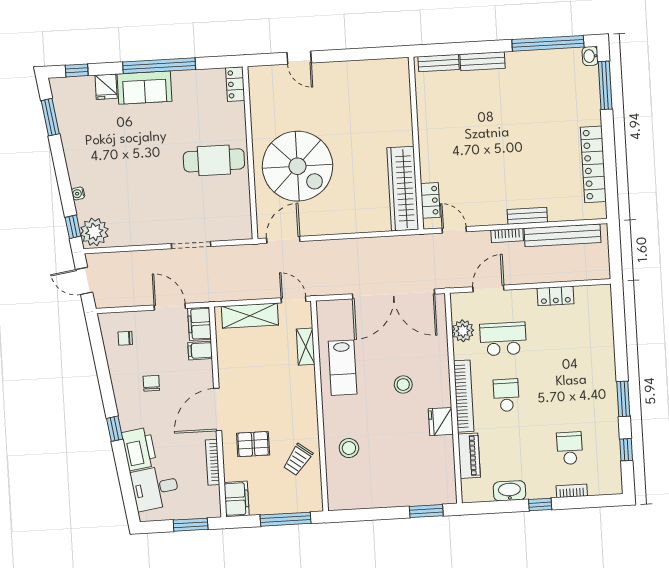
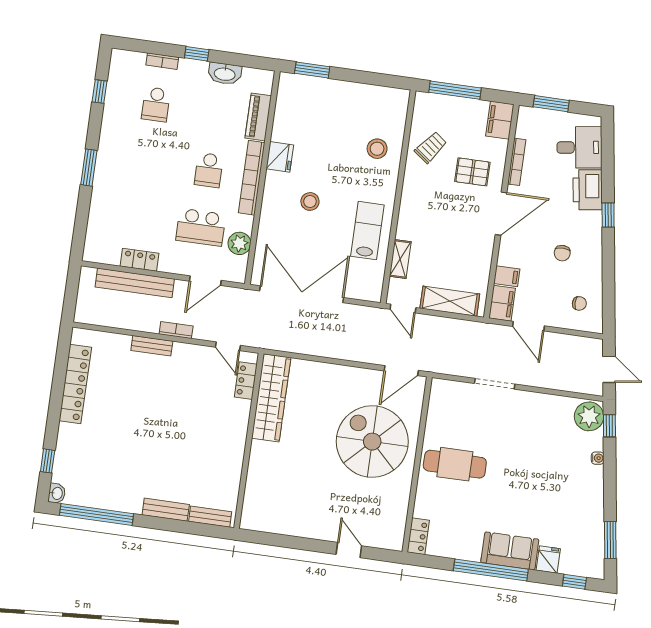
window: (605, 85) -> (48, 461), width x0.46
bench: (562, 235) -> (135, 283), moved
window: (623, 399) -> (89, 168), moved

